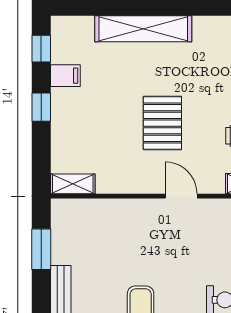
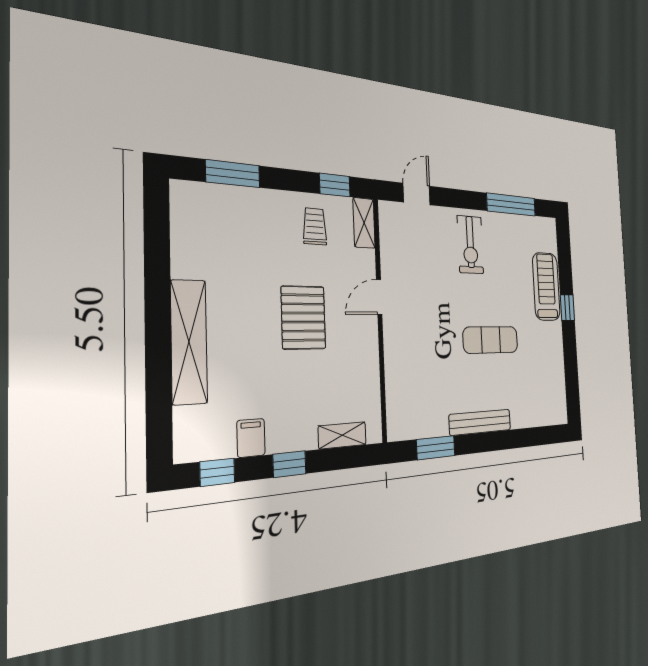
pallet: (162, 123) -> (303, 318), turned 90
shelving: (73, 184) -> (342, 435), moved, turned 90

